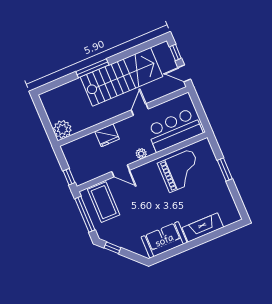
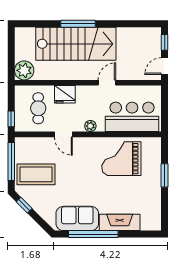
door: (184, 73) -> (165, 66), hinge flipped
stairs: (122, 77) -> (76, 44), moved
cafe table: (89, 157) -> (38, 108), added
grand piano: (181, 171) -> (121, 159), turned 180
coffee table: (104, 202) -> (36, 174), moved, turned 90
window: (184, 248) -> (93, 234), added

